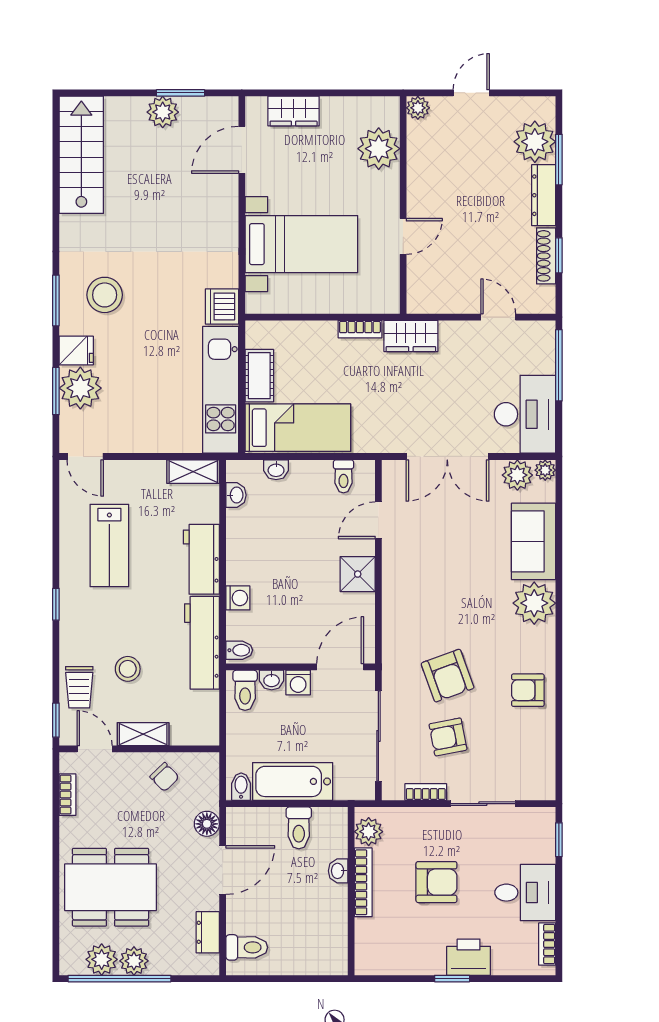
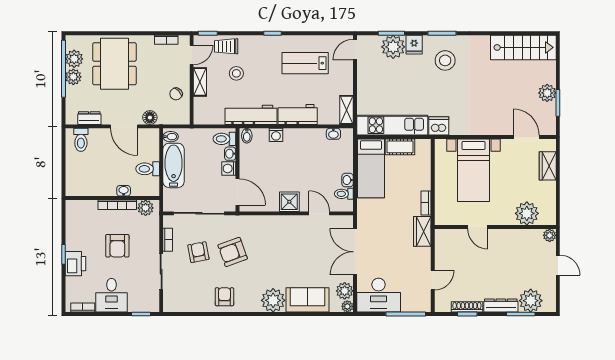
washbasin: (276, 470) -> (348, 180), moved

